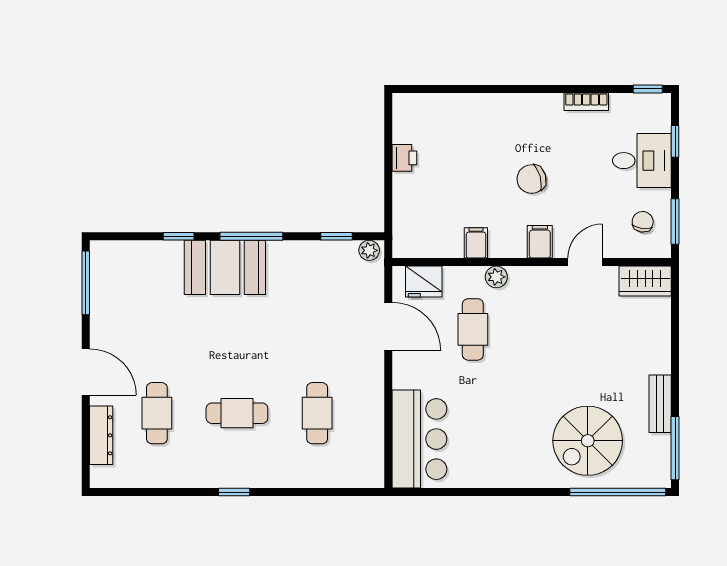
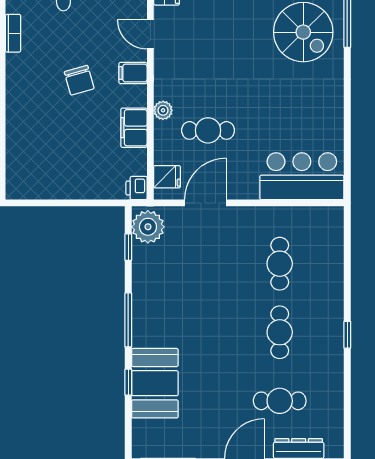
printer: (404, 158) -> (137, 188), moved, turned -90
filing cabinet: (476, 243) -> (134, 128), width x2.00
plant: (369, 250) -> (148, 227), width x1.88, depth x1.88
booth: (225, 267) -> (155, 383), moved
fridge: (424, 282) -> (167, 177), width x0.72
cafe table: (317, 413) -> (280, 264), turned 90

